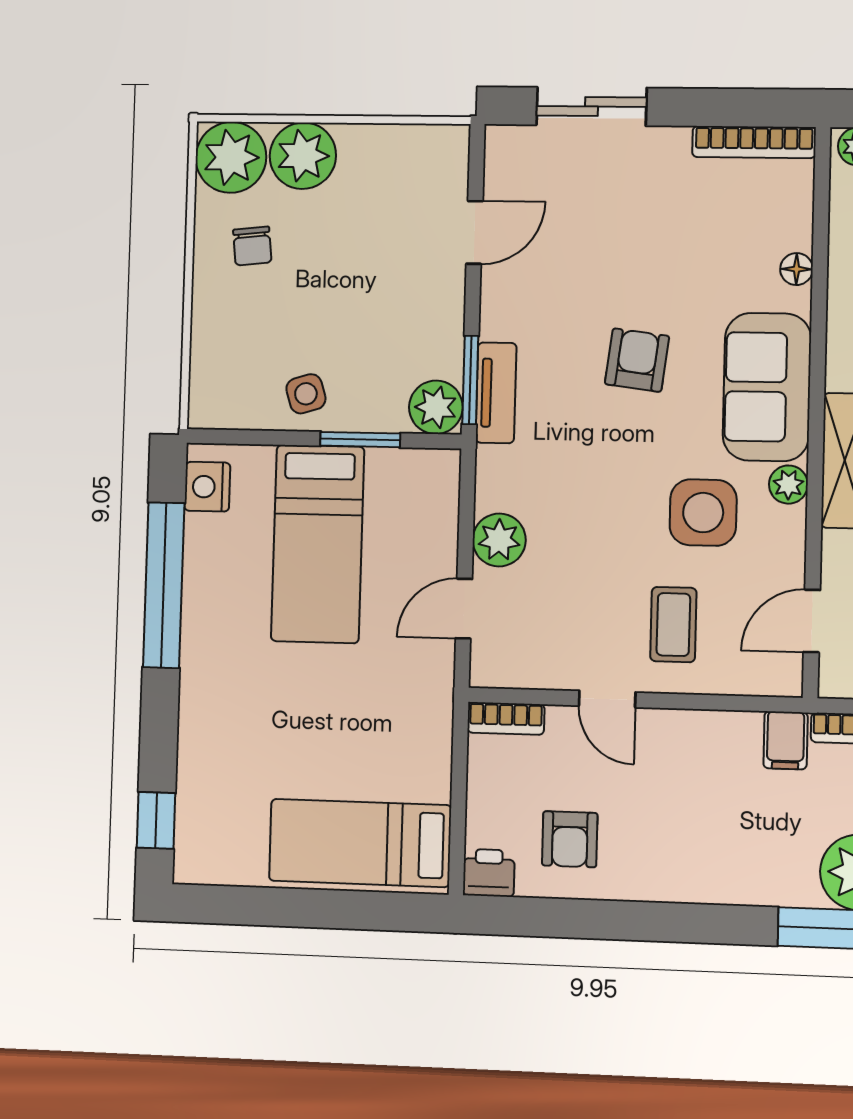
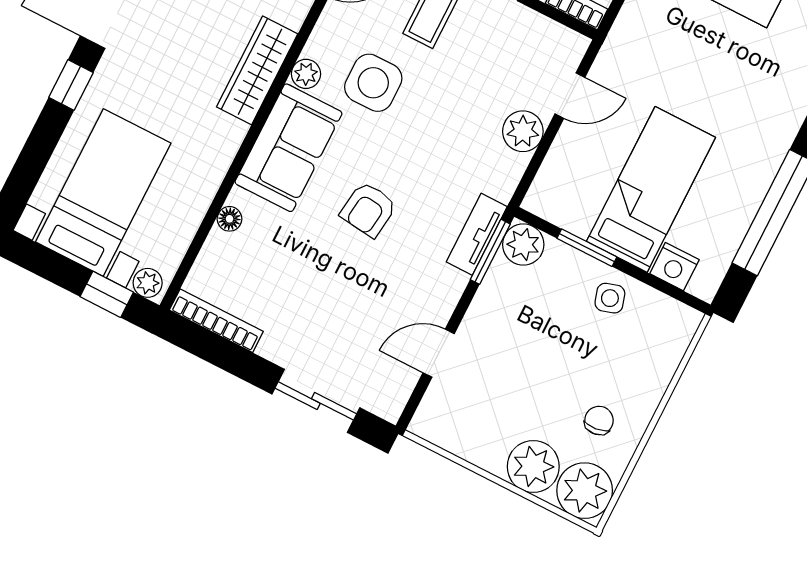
nightstand: (207, 487) -> (674, 267), moved, turned 90

